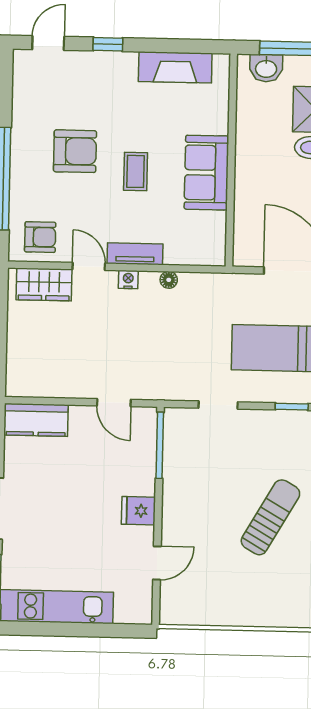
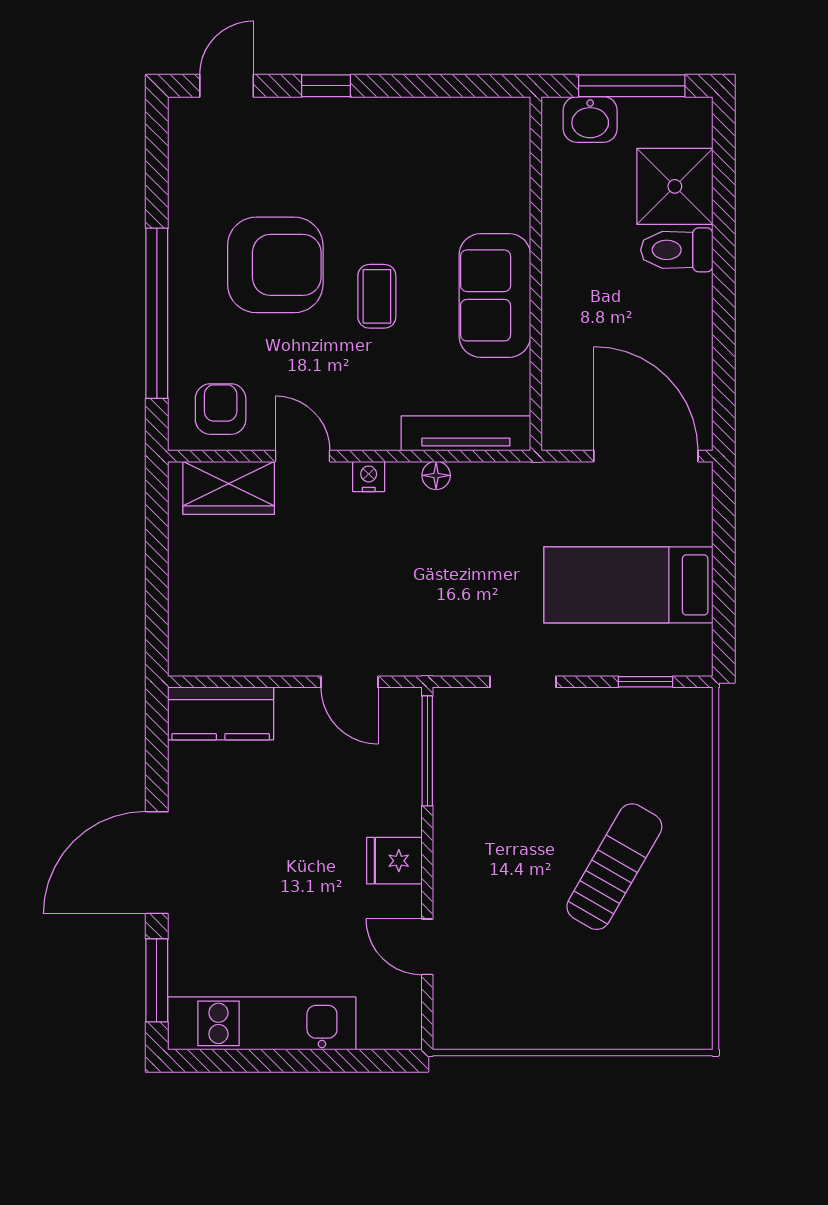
fireplace: (175, 67) -> (439, 122), removed
armchair: (75, 151) -> (275, 265), width x1.36, depth x1.36
armchair: (40, 237) -> (221, 409), turned -90
tv unit: (135, 254) -> (466, 433), moved, width x1.41
door: (157, 563) -> (427, 947), swing flipped

